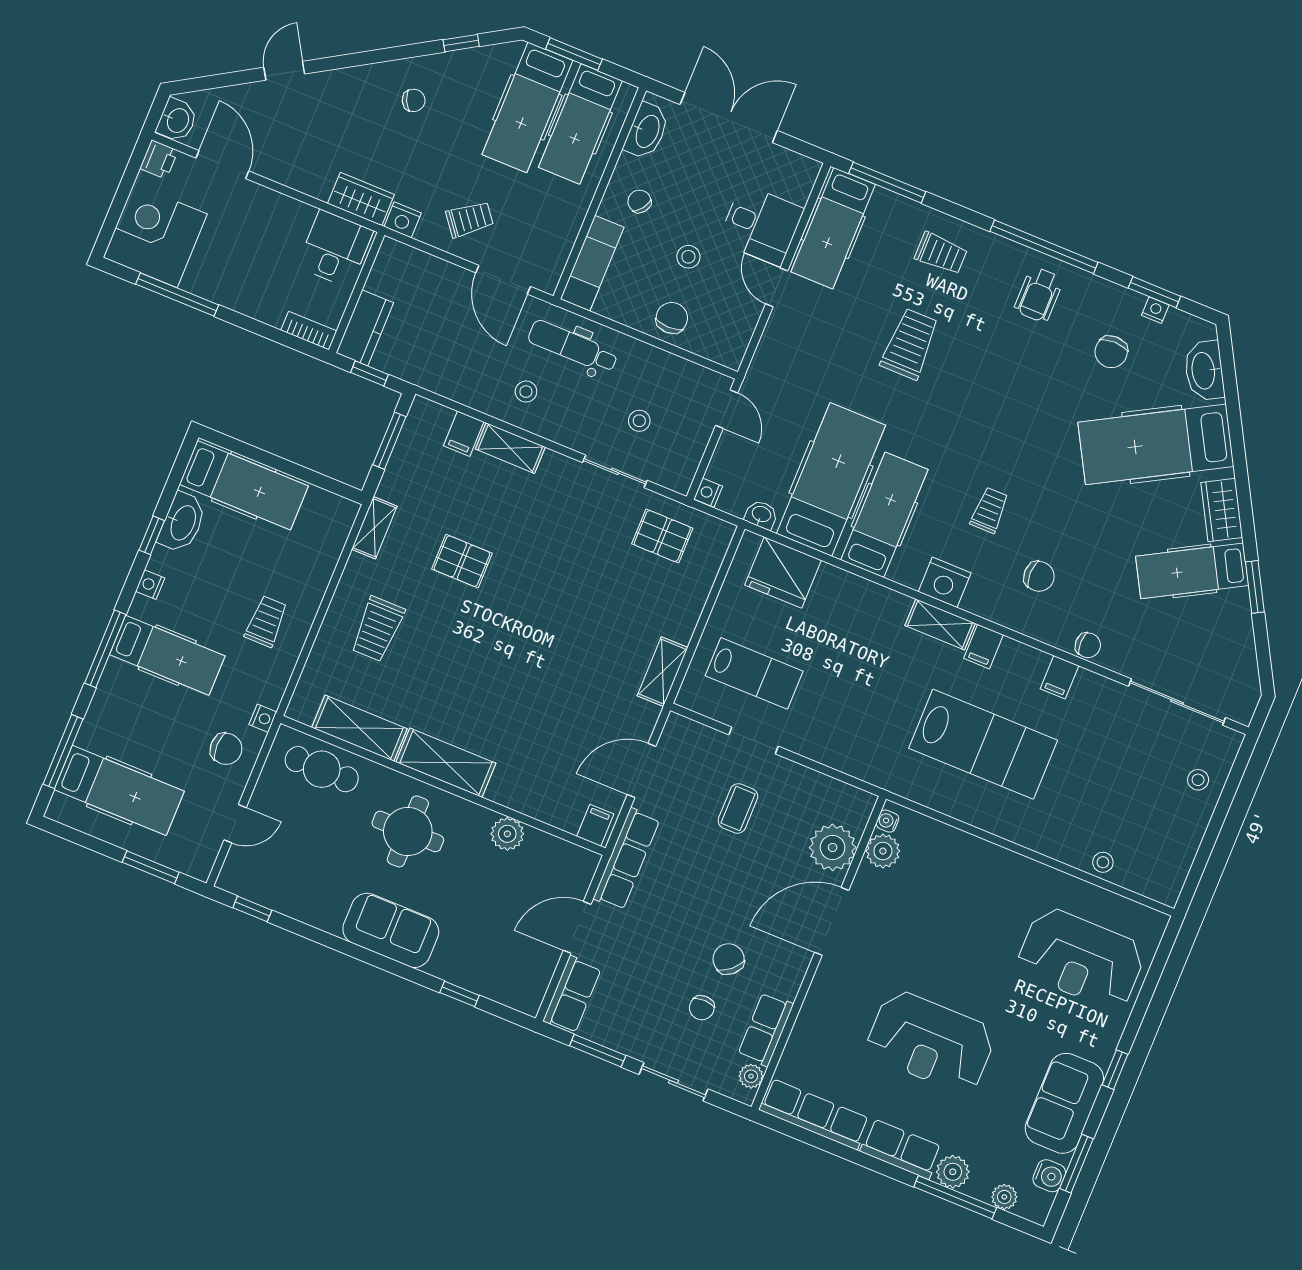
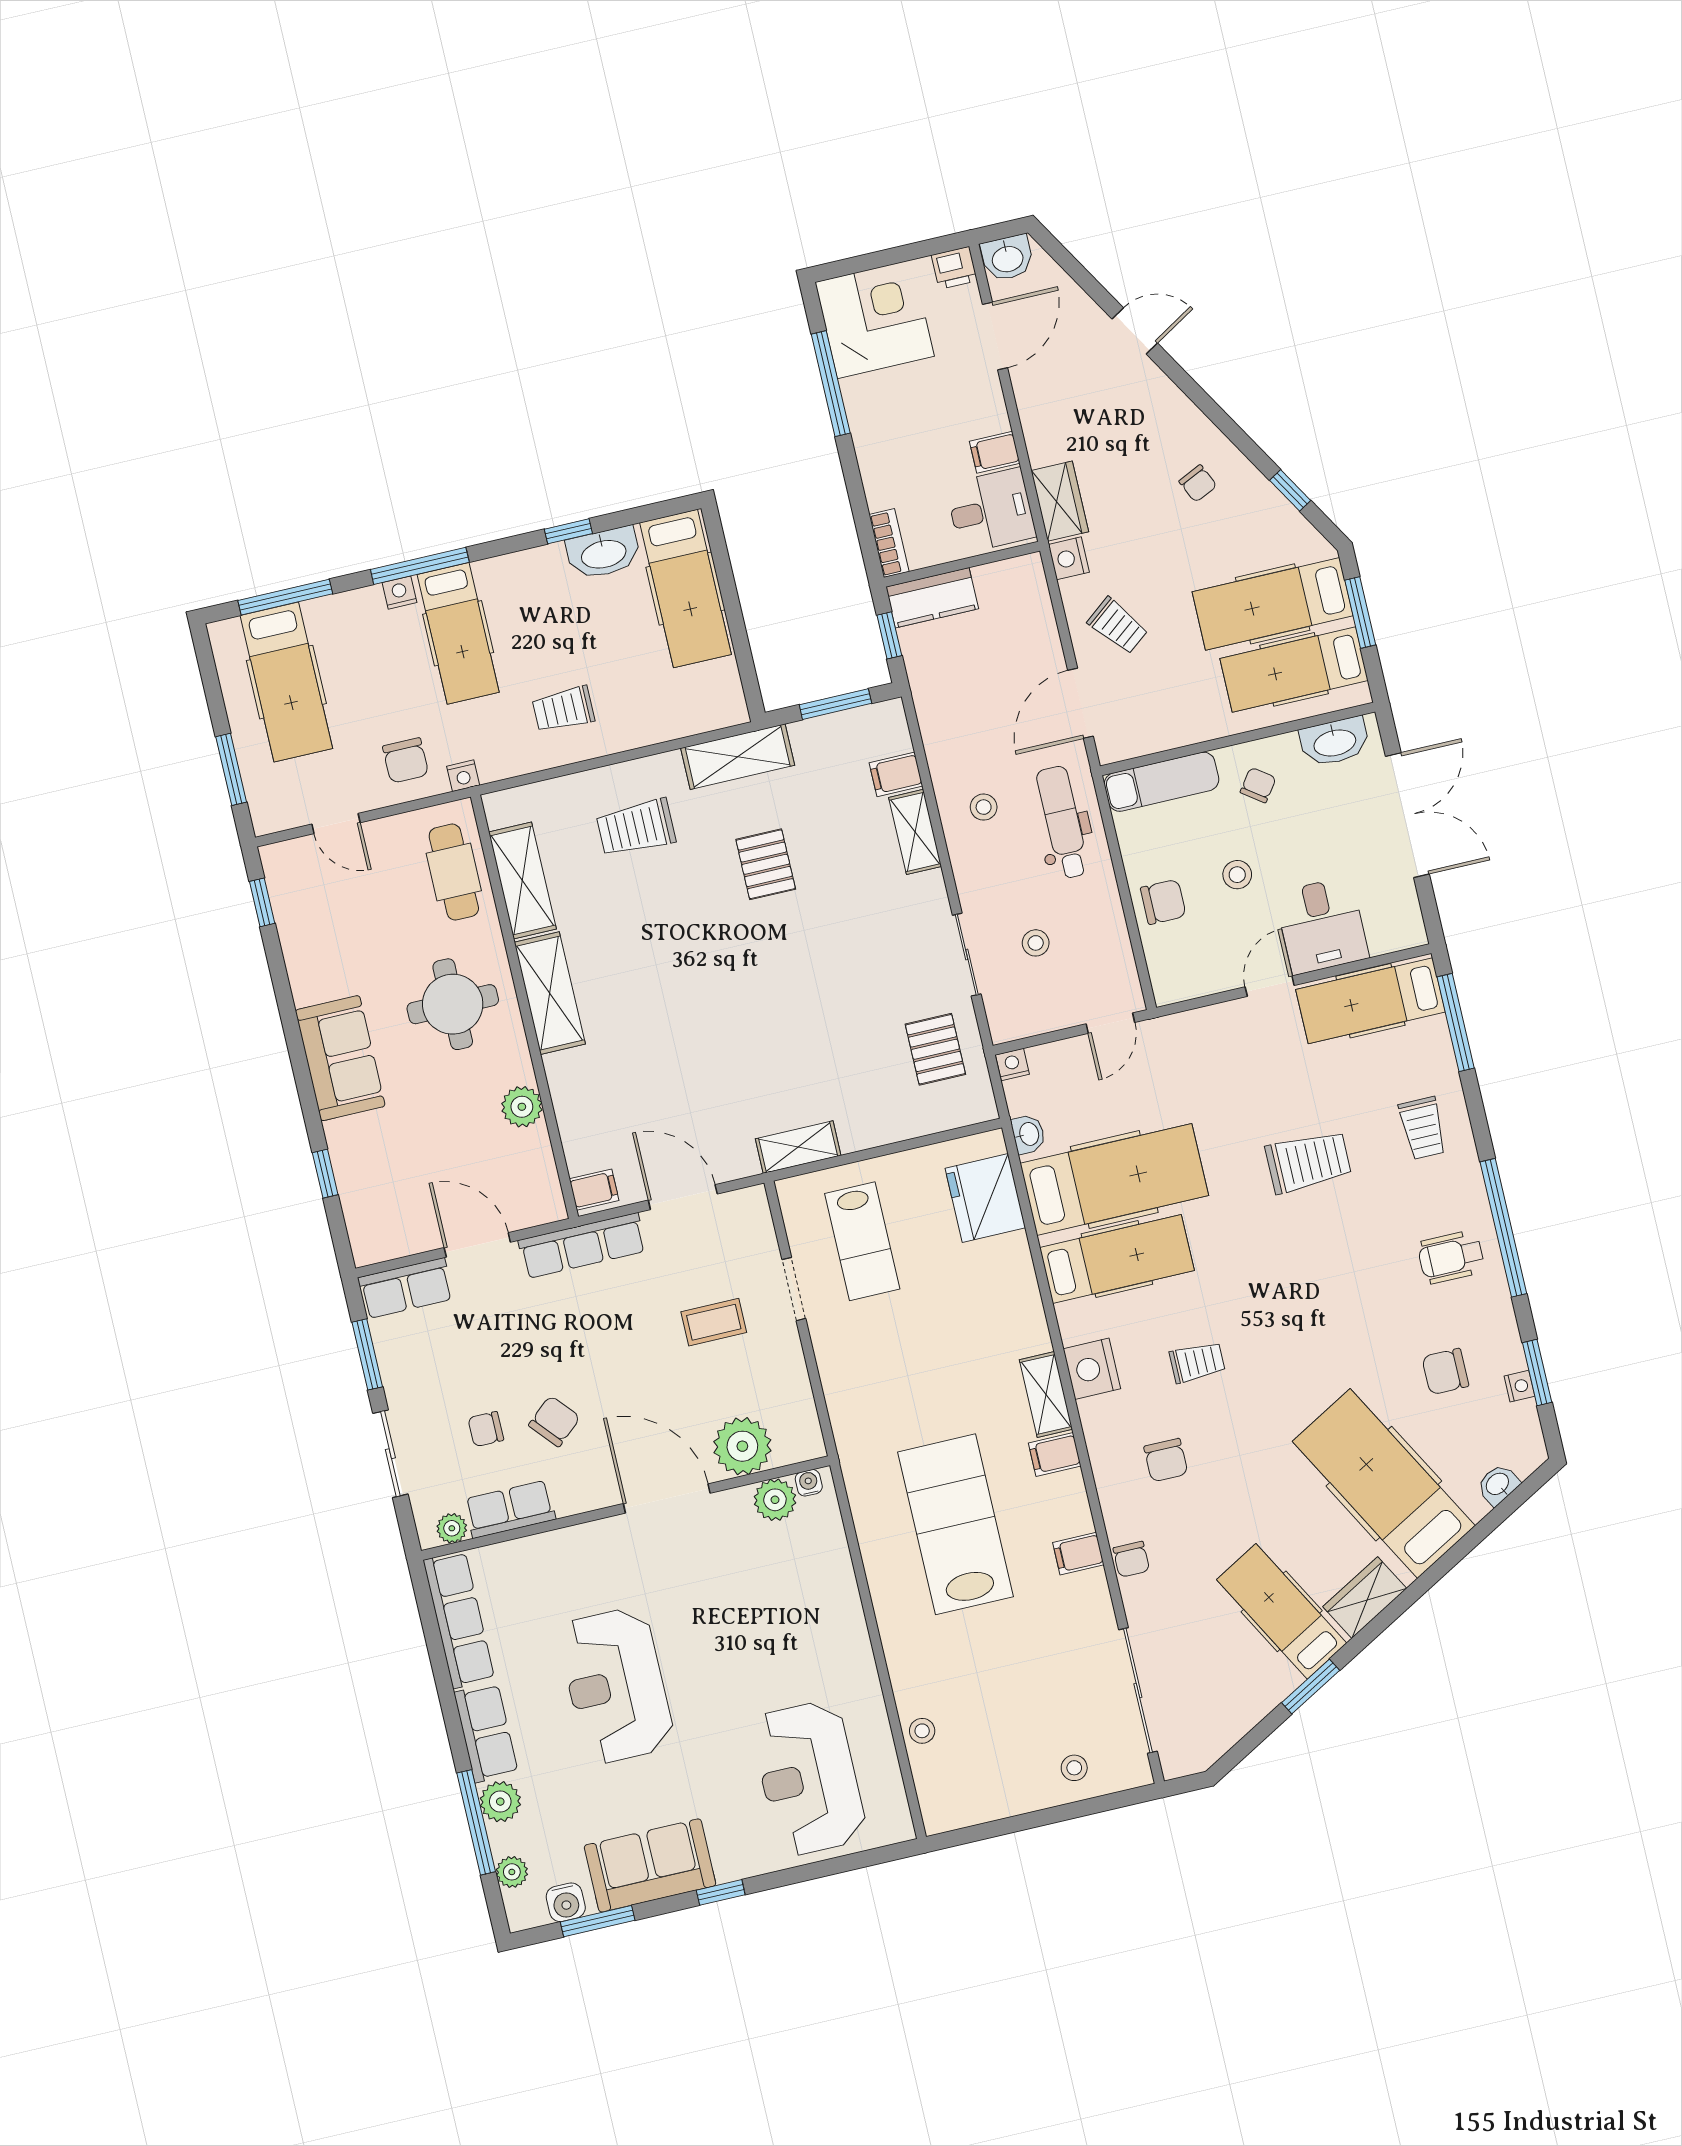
filing cabinet: (299, 219) -> (995, 452), added
washbasin: (1204, 371) -> (1498, 1485), width x0.52, depth x0.69
shelving: (374, 528) -> (738, 757), width x1.50, depth x1.33
nightstand: (150, 585) -> (399, 593), moved
trolley: (266, 621) -> (563, 709), turned 180
lab bench: (983, 744) -> (956, 1524), turned 180

